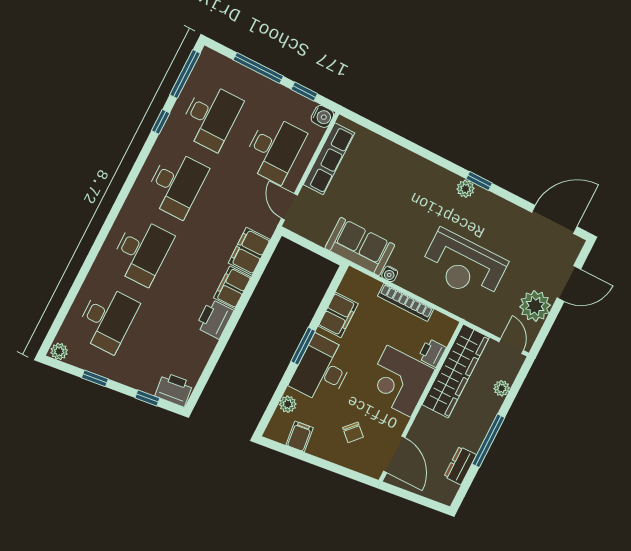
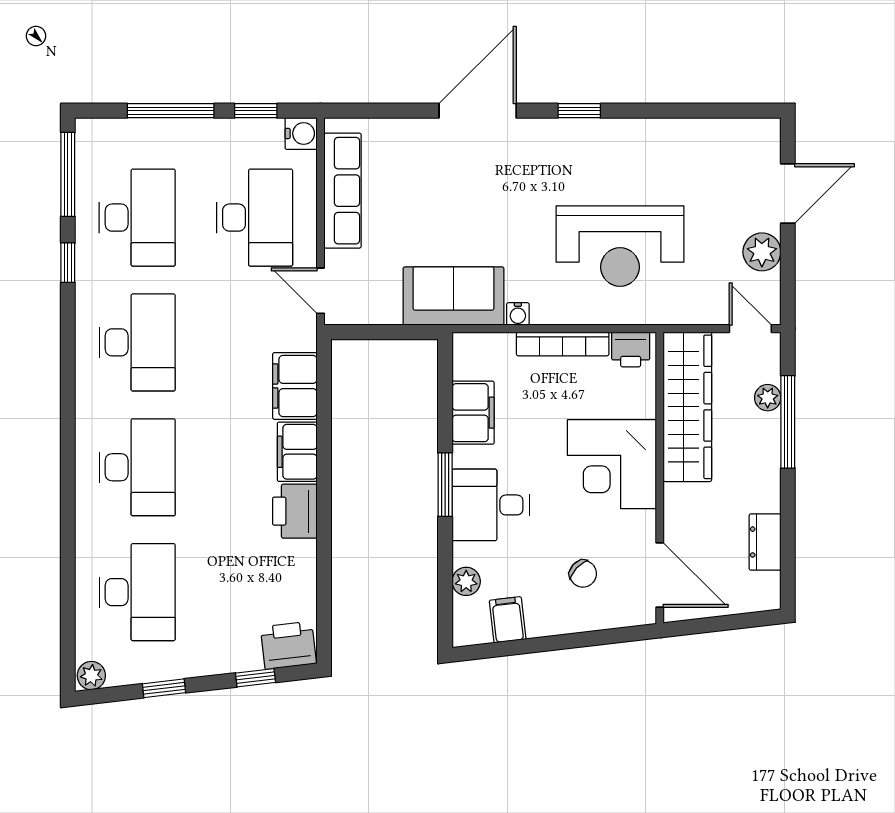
plant: (465, 189) -> (565, 132), removed
door: (554, 220) -> (478, 111), moved
plant: (535, 306) -> (762, 252), width x0.73, depth x0.73
printer: (432, 353) -> (631, 349), moved, turned -90
desk: (322, 370) -> (491, 505), width x0.73
window: (488, 441) -> (788, 422), moved

